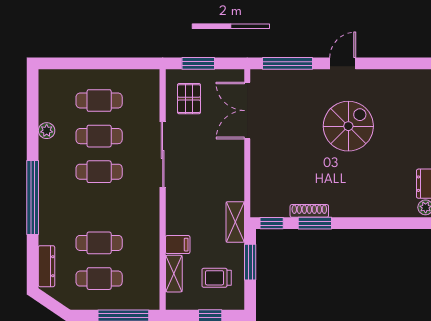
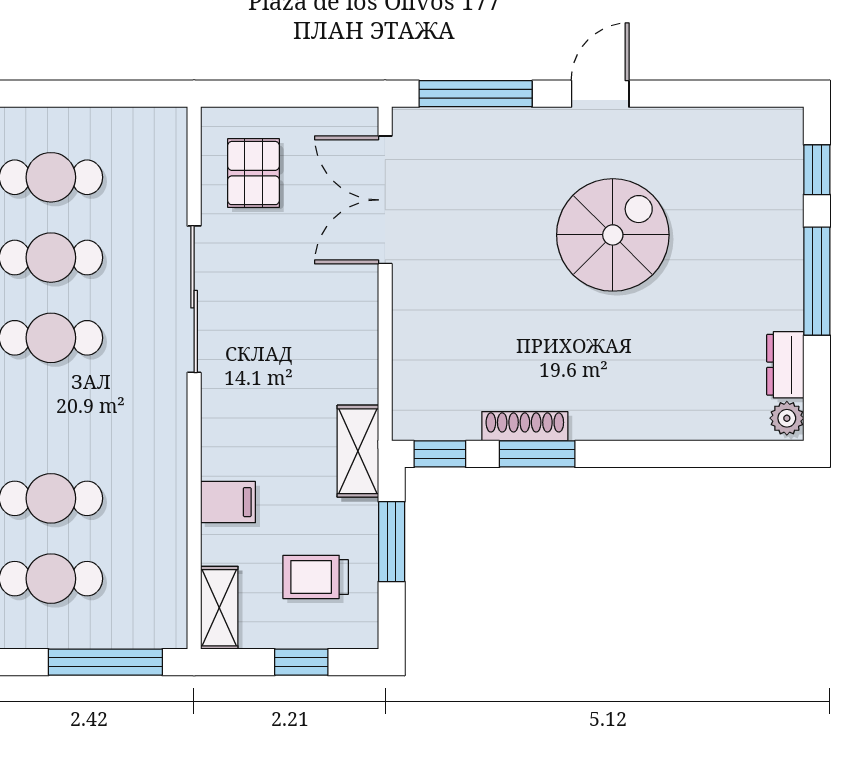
window: (198, 63) -> (275, 94), removed
shelving: (174, 274) -> (219, 608), moved

